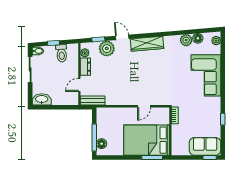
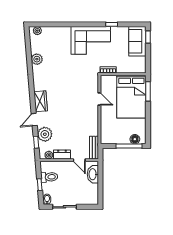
floor lamp: (198, 38) -> (35, 48), removed
wardrobe: (147, 44) -> (41, 101), width x0.67
corner sofa: (206, 75) -> (91, 40), moved
washbasin: (42, 99) -> (93, 174), moved

